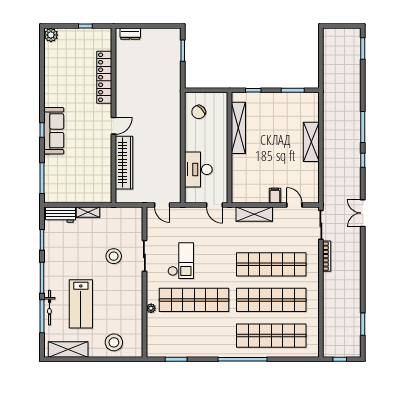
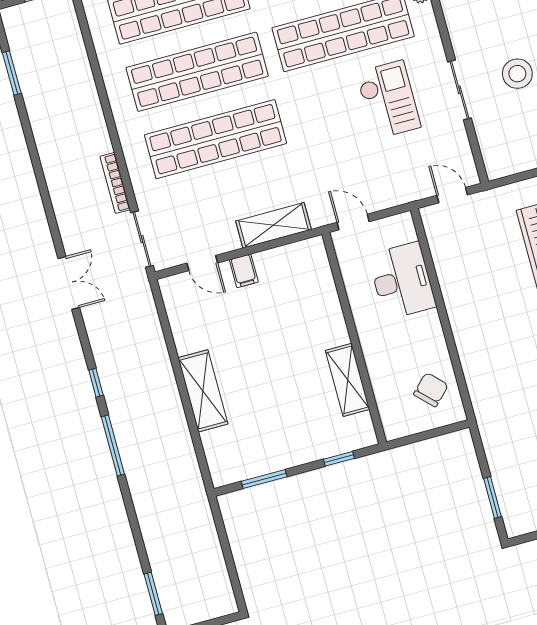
shelving: (238, 128) -> (348, 380), width x0.68
checkout: (181, 261) -> (388, 100), turned 180

